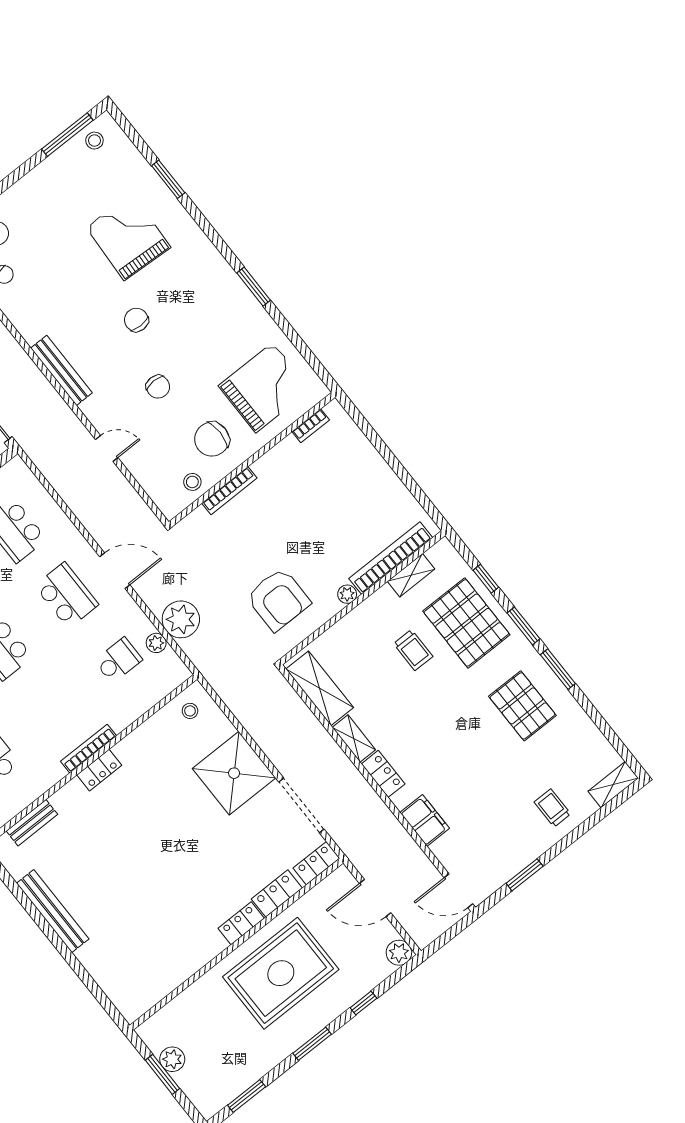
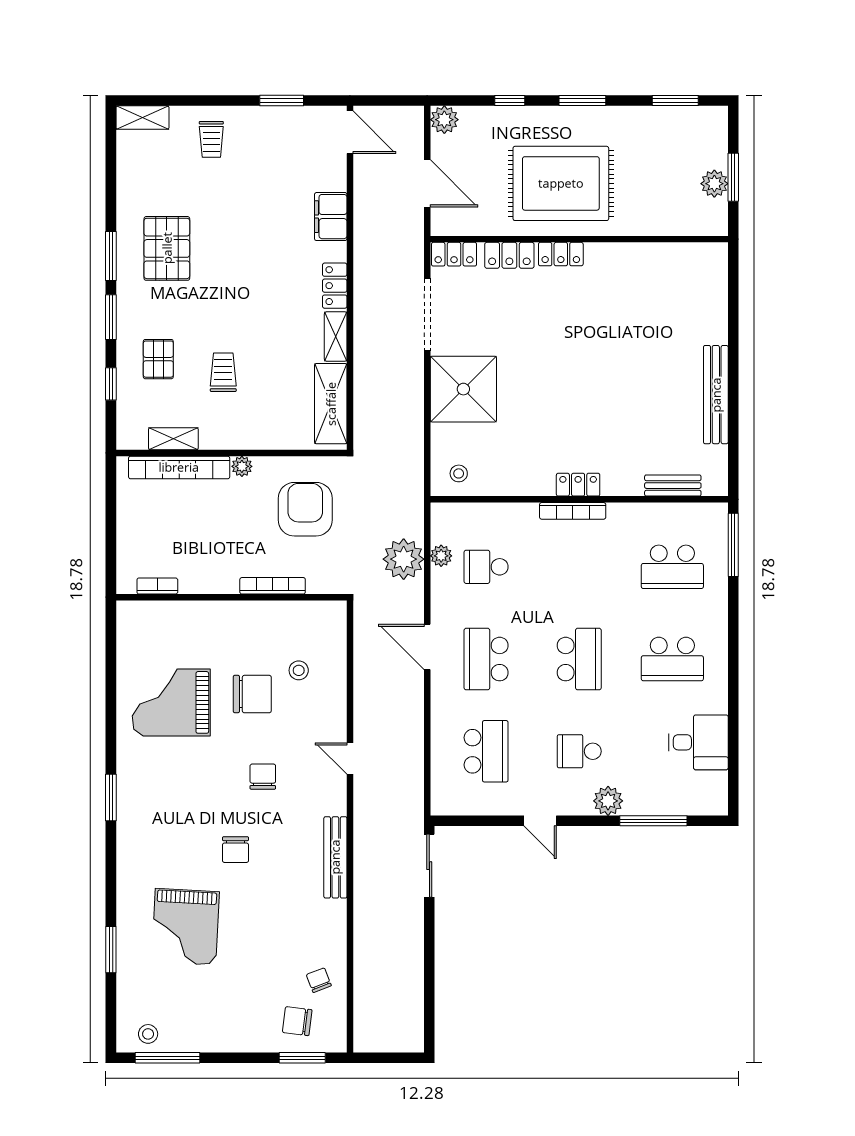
bookcase: (311, 426) -> (157, 586), moved
wall: (252, 459) -> (231, 597), moved
bookcase: (229, 491) -> (273, 586), moved
pallet: (466, 623) -> (158, 359), width x0.49, depth x0.50

